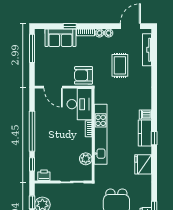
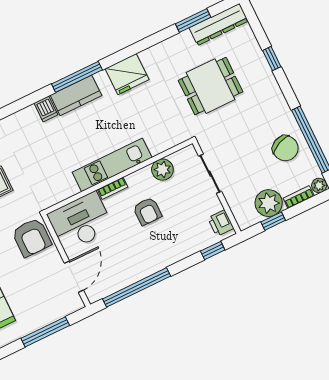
window: (32, 48) -> (45, 332), moved
window: (32, 131) -> (137, 287), moved
kitchen unit: (101, 134) -> (112, 165), width x0.73
window: (154, 138) -> (77, 77), width x2.17
armchair: (68, 141) -> (147, 211), added

